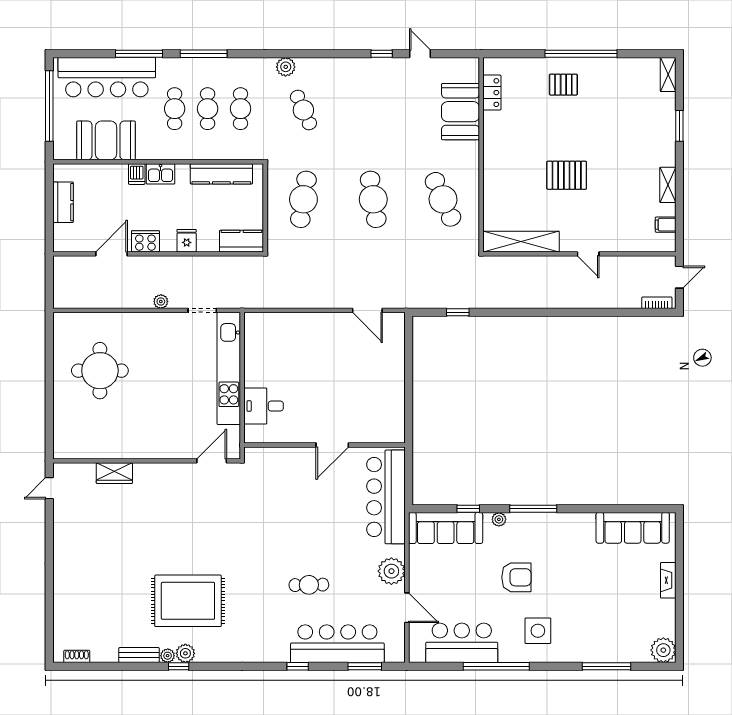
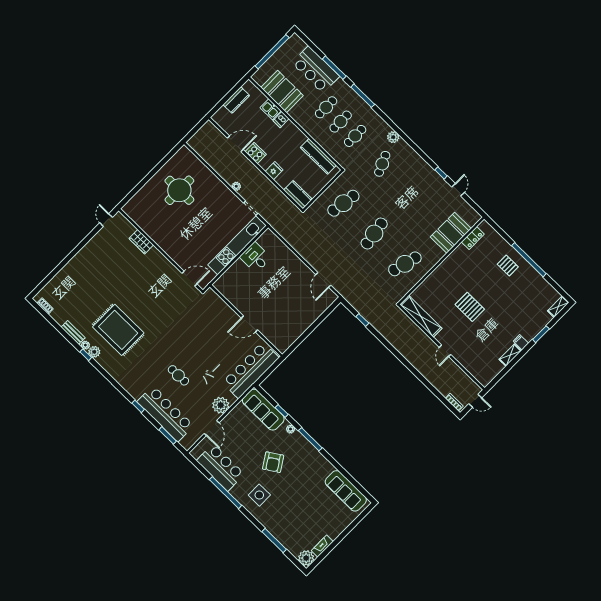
bar counter: (107, 77) -> (316, 70), width x0.73
kitchen sink: (161, 174) -> (271, 109), moved
cafe table: (443, 199) -> (405, 264), turned 39
filing cabinet: (666, 225) -> (521, 342), moved
desk: (264, 406) -> (255, 257), moved
door: (49, 488) -> (106, 220), hinge flipped
armchair: (516, 577) -> (273, 462), turned 57
fireplace: (668, 580) -> (322, 546), moved

